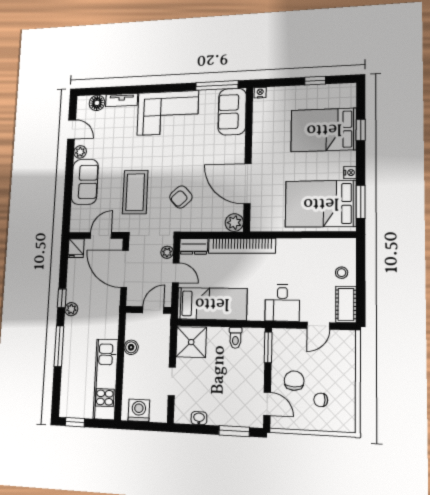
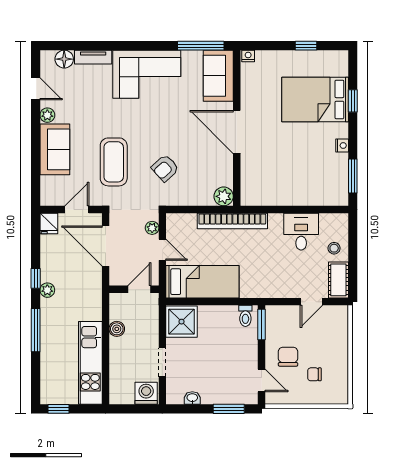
door: (248, 184) -> (237, 132), moved
bed: (321, 204) -> (313, 178), removed
dresser: (194, 246) -> (181, 221), removed
desk: (282, 303) -> (301, 232), moved, turned 180
toilet: (235, 338) -> (245, 316), moved
washing machine: (139, 410) -> (146, 393), moved

